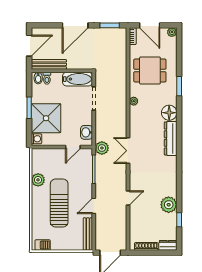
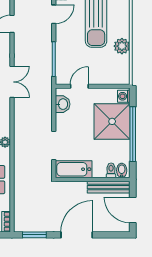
door: (29, 46) -> (133, 210), hinge flipped
window: (29, 108) -> (133, 134), width x2.11
plant: (102, 148) -> (44, 85), removed

